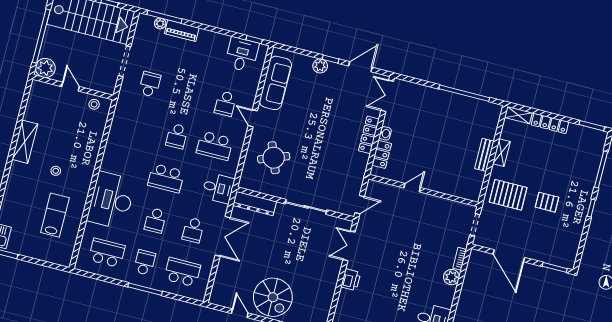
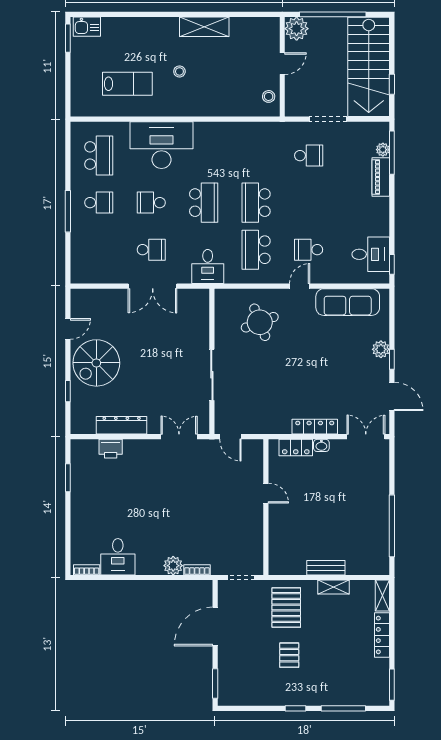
school desk: (177, 136) -> (256, 203), width x1.85
school desk: (166, 178) -> (204, 203), turned 180
dresser: (255, 204) -> (122, 425), moved, turned 90
school desk: (193, 230) -> (151, 250), turned 180
school desk: (182, 272) -> (99, 250), removed
printer: (351, 280) -> (111, 449), moved

